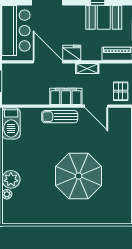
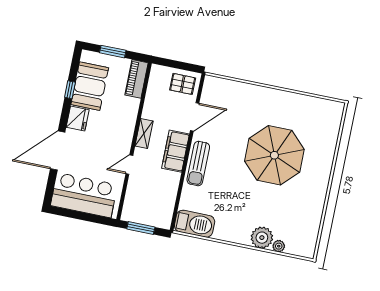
fridge: (72, 53) -> (78, 118), moved, turned 180
door: (48, 62) -> (129, 165), width x0.53
shelving: (87, 69) -> (144, 133), moved

